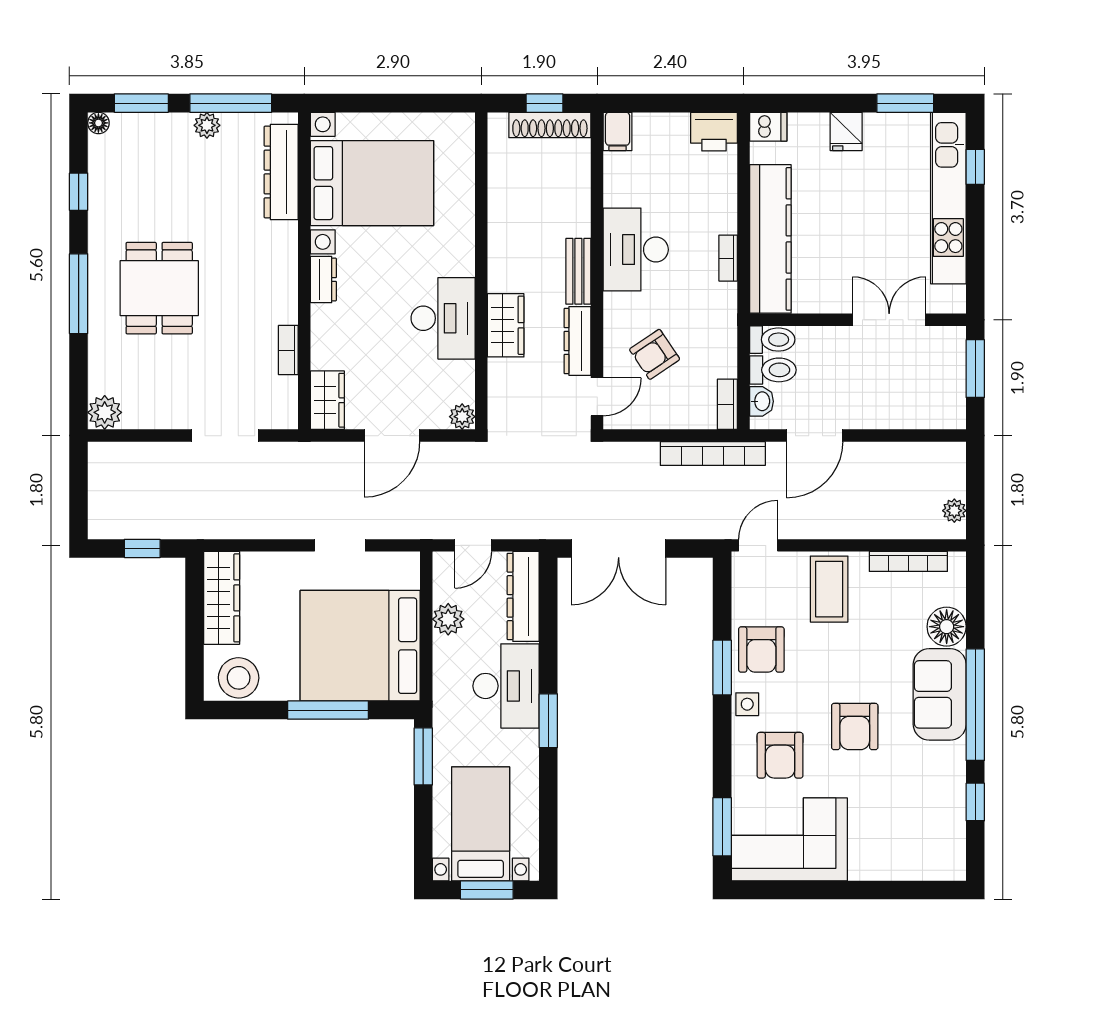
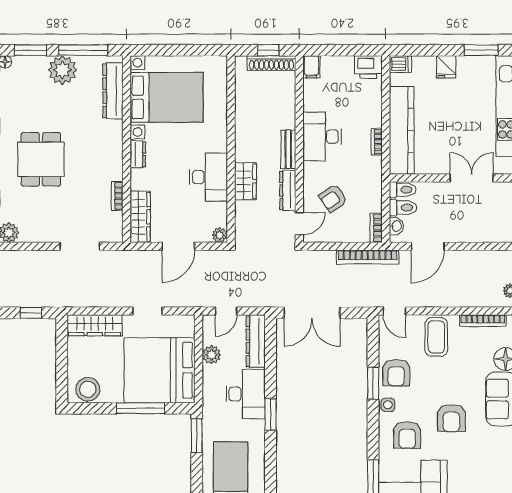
plant: (207, 125) -> (62, 70), width x1.88, depth x1.88
wardrobe: (327, 400) -> (140, 217), width x1.50
door: (758, 545) -> (394, 311), swing flipped
wardrobe: (222, 598) -> (95, 325), moved, turned 90

